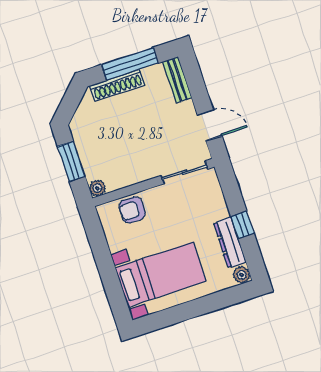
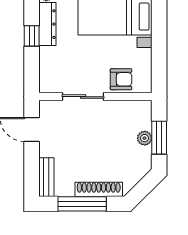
sliding door: (184, 172) -> (83, 97), moved
plant: (97, 188) -> (145, 138), moved

